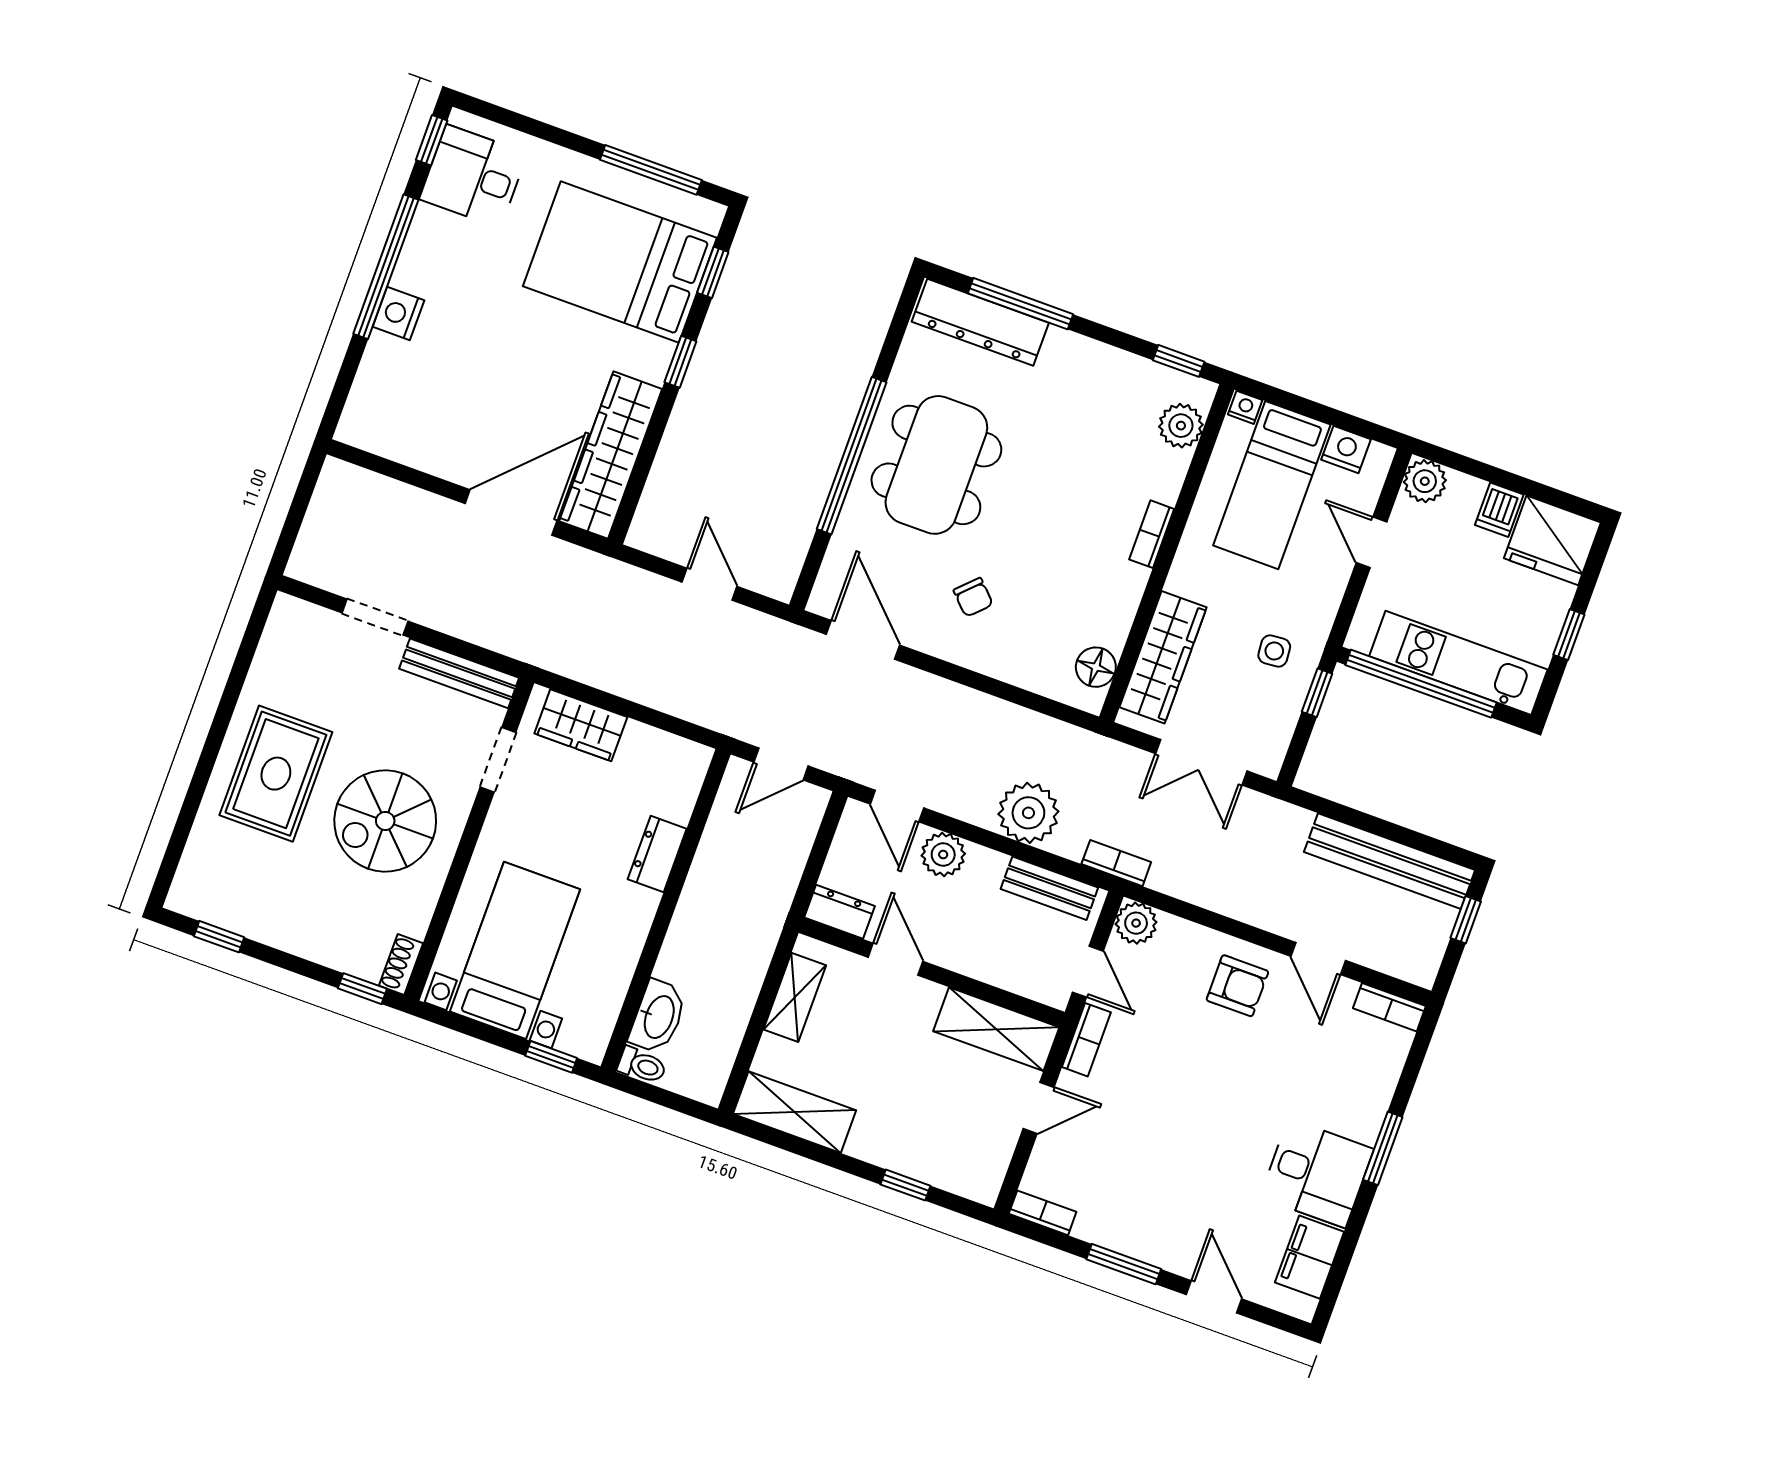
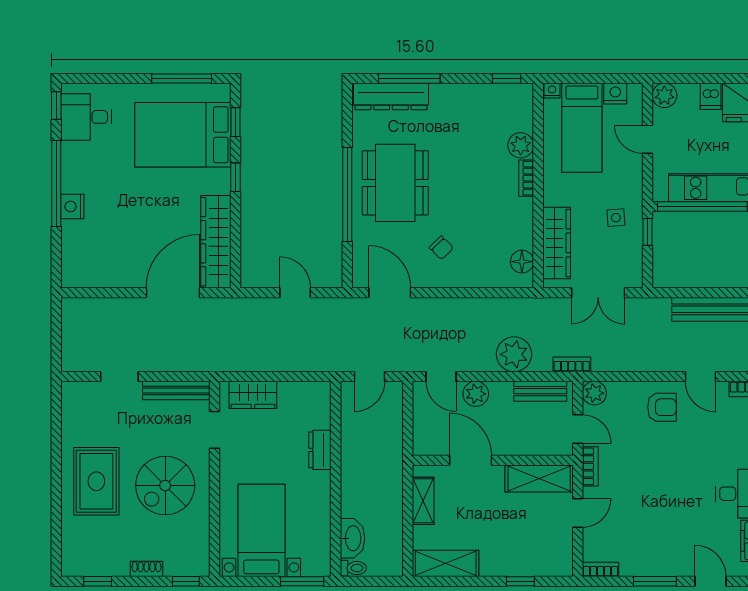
plant: (1181, 426) -> (521, 145), moved
dresser: (839, 912) -> (431, 445), removed
door: (896, 959) -> (471, 460), width x1.37
shoe rack: (401, 964) -> (146, 569), moved, turned 90
window: (551, 1057) -> (302, 581), width x1.50

